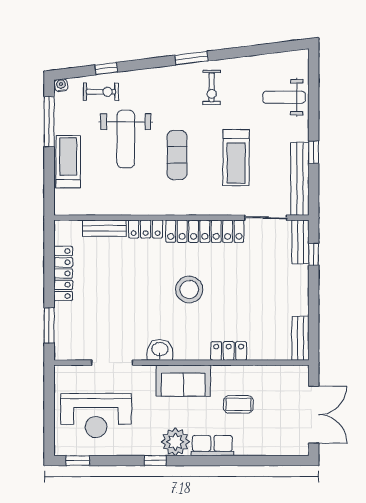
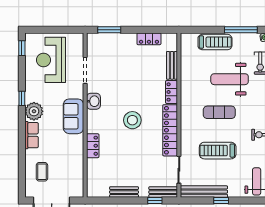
locker: (63, 273) -> (149, 39), width x0.66
bench: (300, 338) -> (124, 192), moved
coffee table: (238, 404) -> (42, 172), moved

